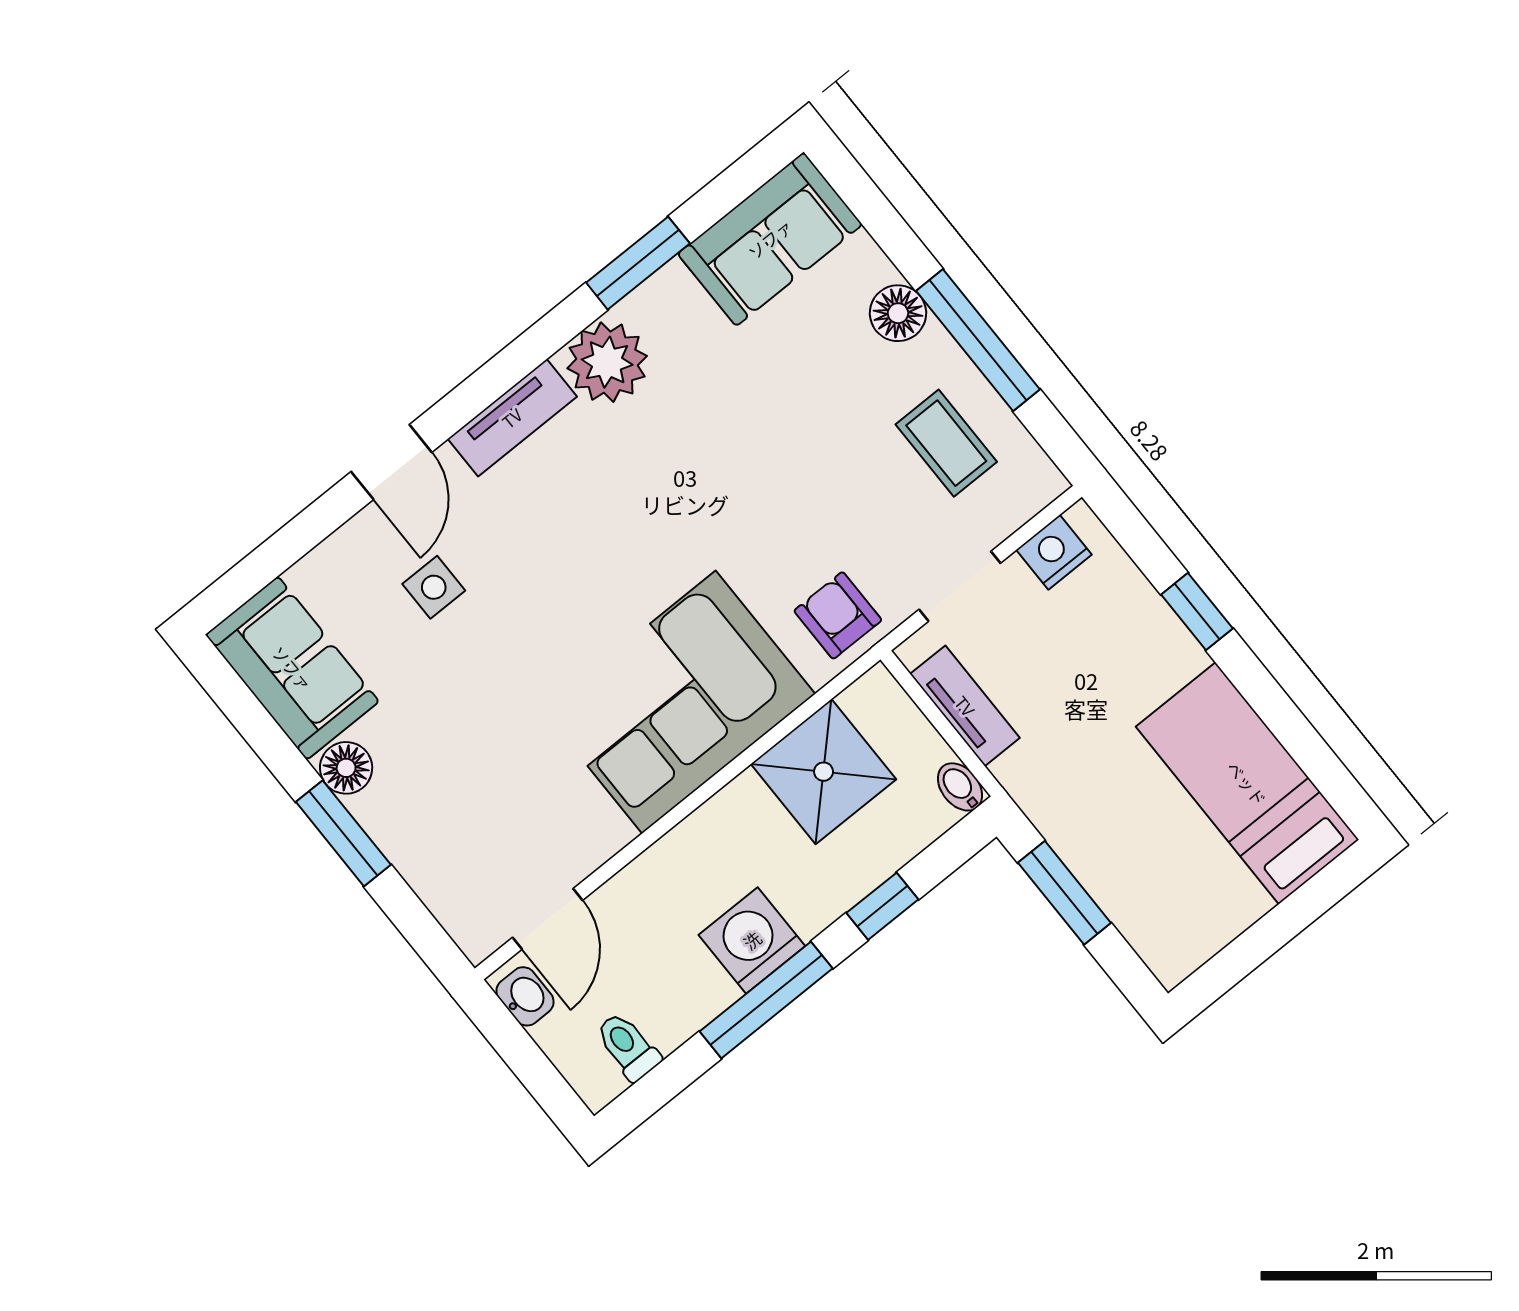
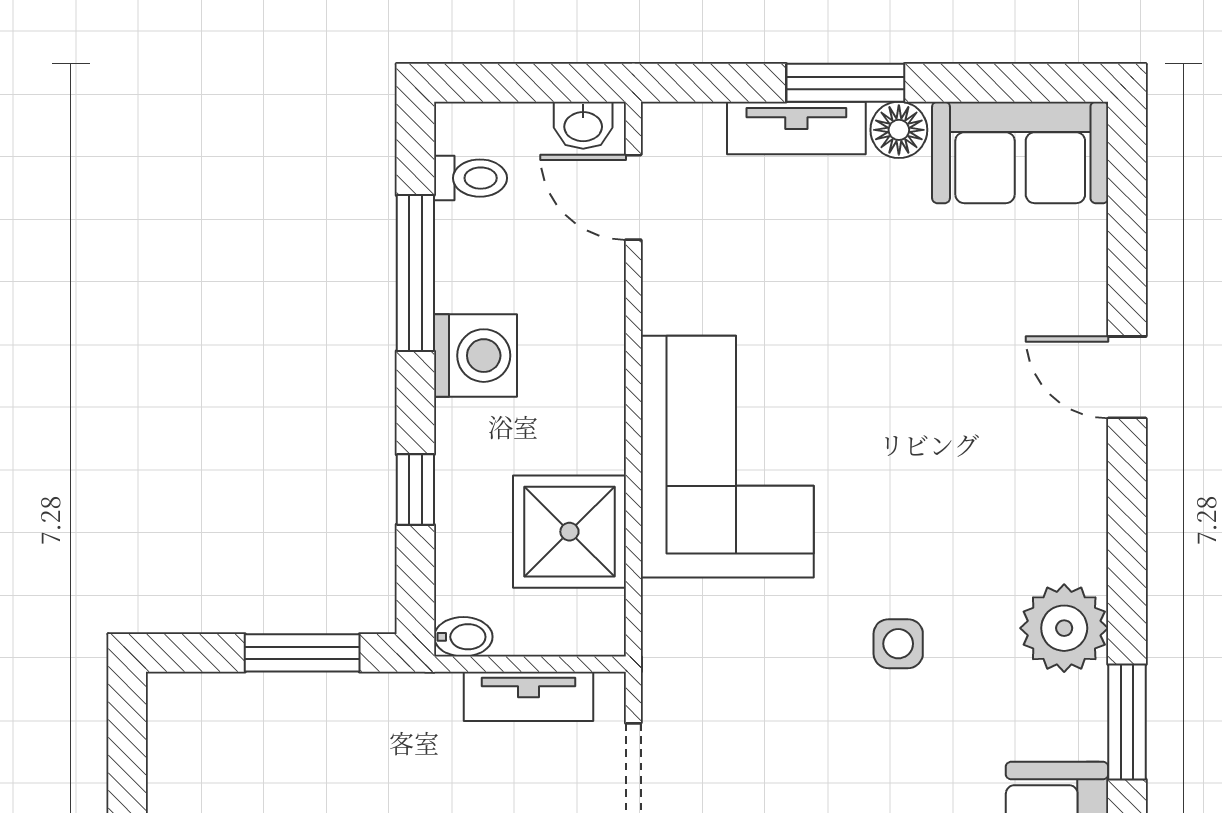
tv unit: (512, 418) -> (796, 128), moved, turned -90
side table: (434, 587) -> (898, 644), moved
armchair: (838, 615) -> (692, 651), removed
window: (766, 1000) -> (415, 273), moved

